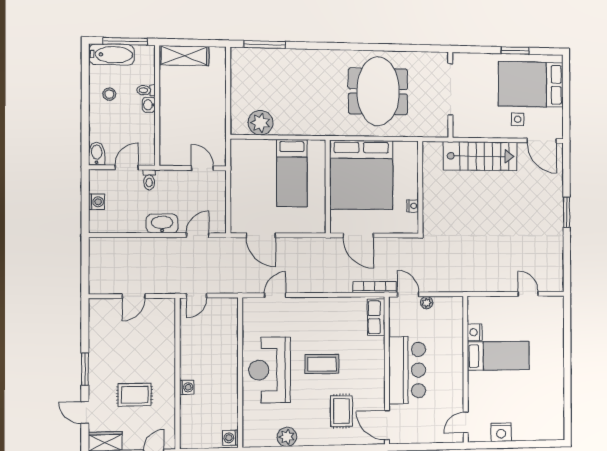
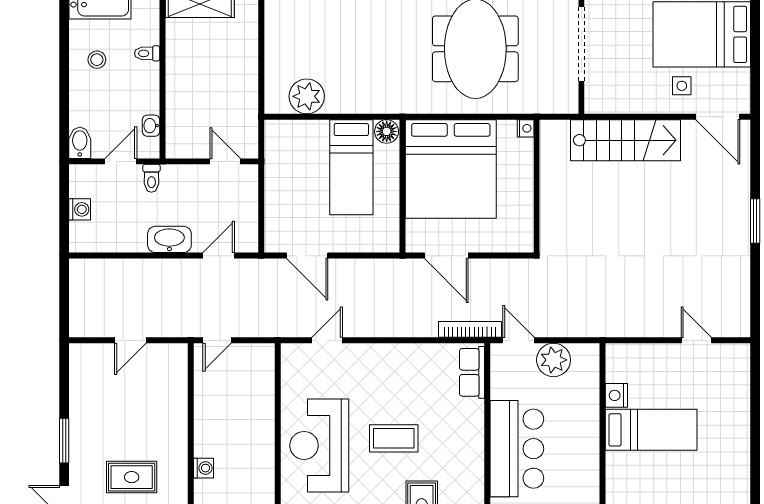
washbasin: (149, 105) -> (151, 126), moved
floor lamp: (317, 148) -> (387, 131), added
nightstand: (413, 206) -> (526, 128), moved
plant: (427, 303) -> (554, 360), width x1.88, depth x1.88

